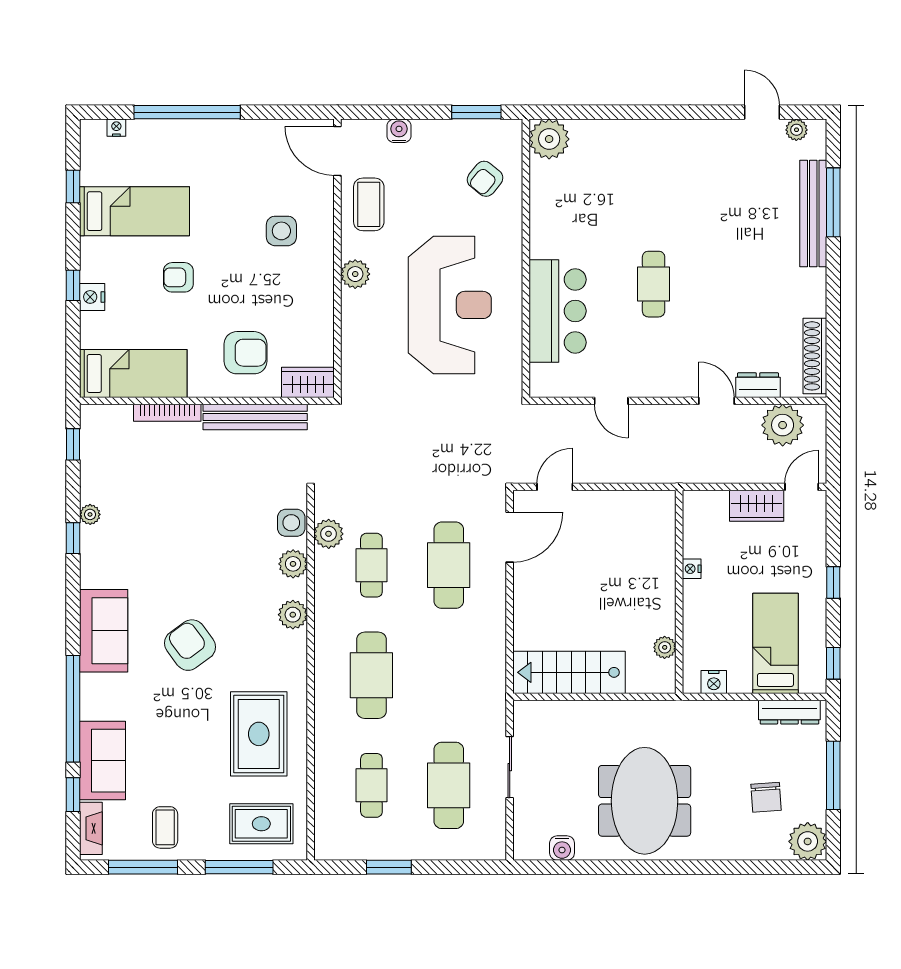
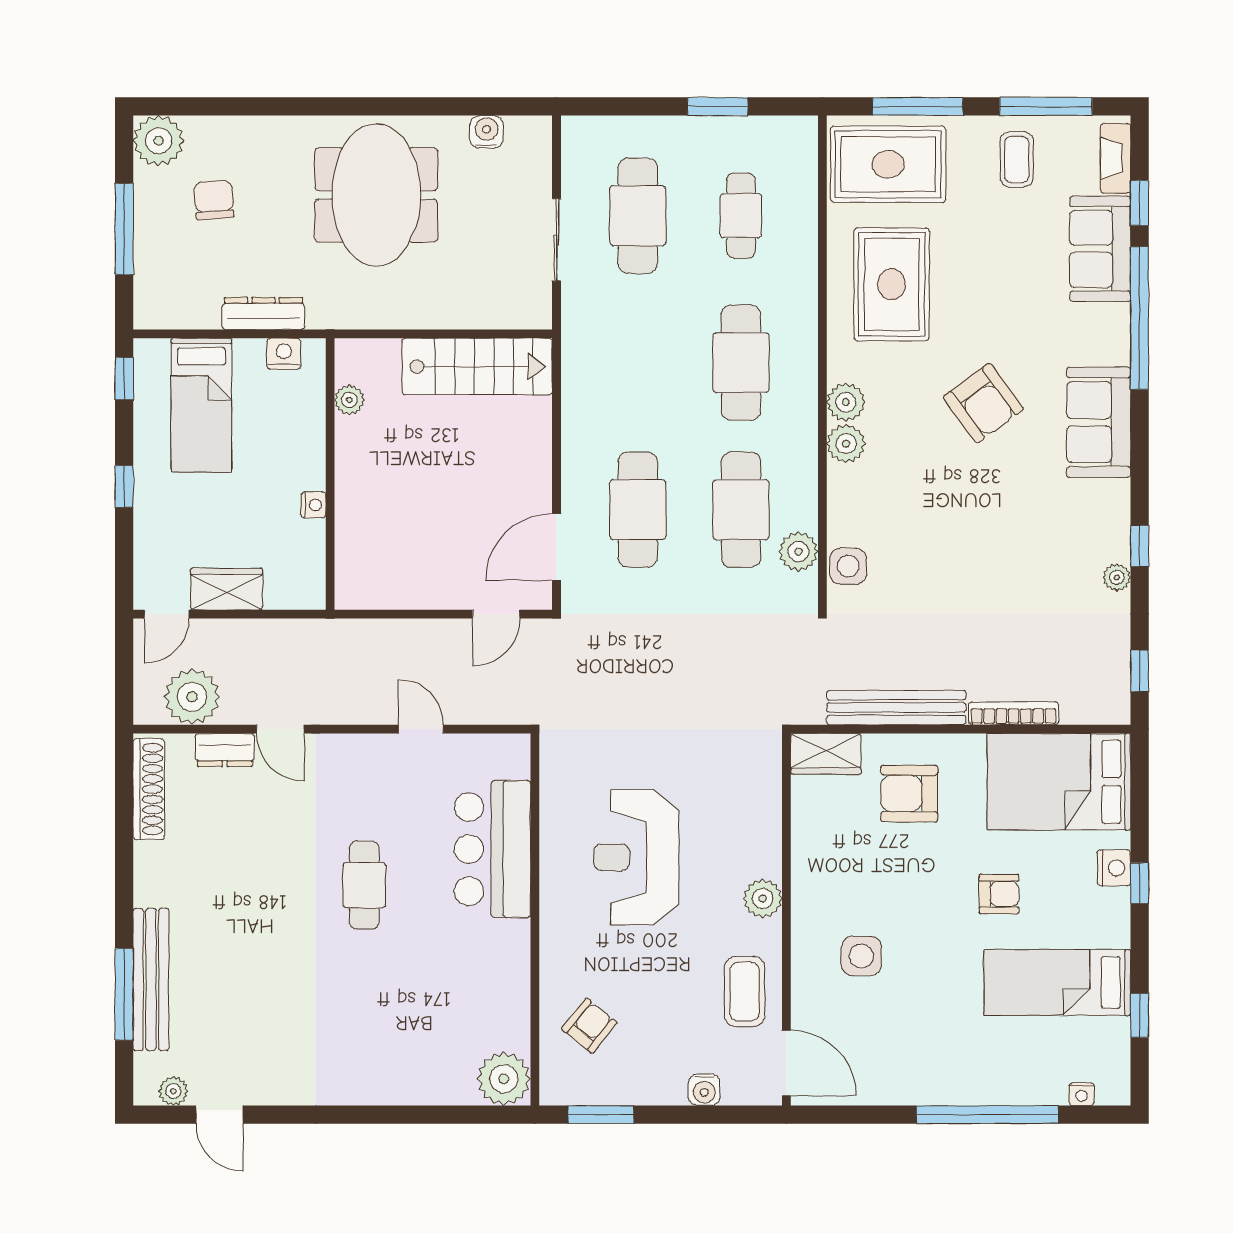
reception desk: (450, 305) -> (636, 857), width x0.74, depth x0.77
bed: (133, 374) -> (1059, 782), width x1.50
plant: (293, 564) -> (846, 402), moved
cafe table: (371, 565) -> (741, 510), width x1.37, depth x1.35
dresser: (789, 712) -> (264, 313), moved
rug: (261, 824) -> (888, 164), width x1.36, depth x1.43

